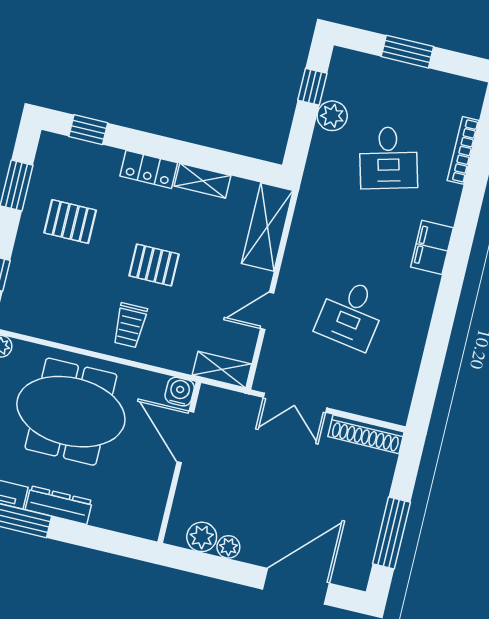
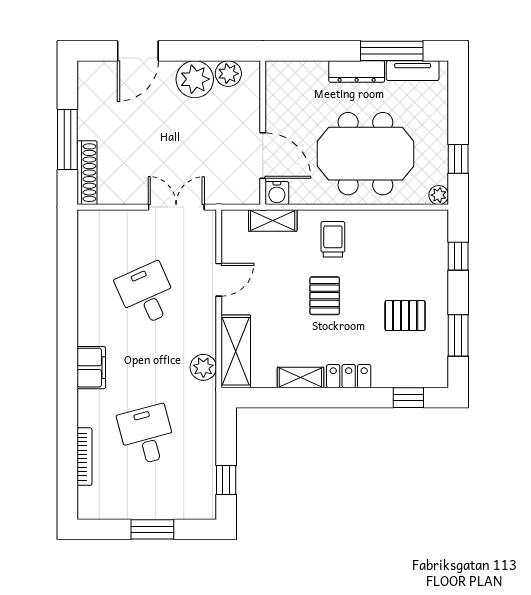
plant: (332, 116) -> (203, 367), moved
pallet: (154, 265) -> (325, 296), turned 90
desk: (351, 314) -> (147, 294), turned -33
shelving: (222, 370) -> (273, 220), moved
shoe rack: (366, 434) -> (87, 173), moved, turned 90
window: (391, 533) -> (67, 139), moved
plant: (228, 547) -> (195, 79), width x1.87, depth x1.87
door: (296, 586) -> (138, 51), width x0.73

